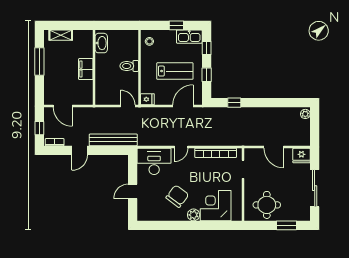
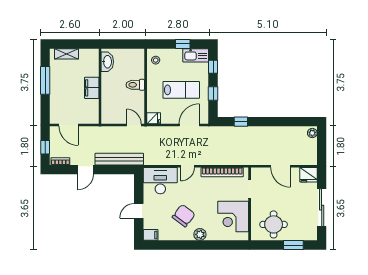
corner desk: (216, 206) -> (233, 216), moved, turned -90
filing cabinet: (144, 215) -> (151, 235), added

